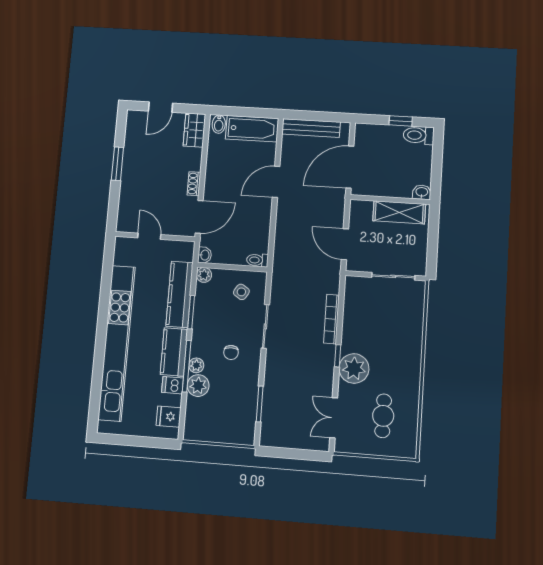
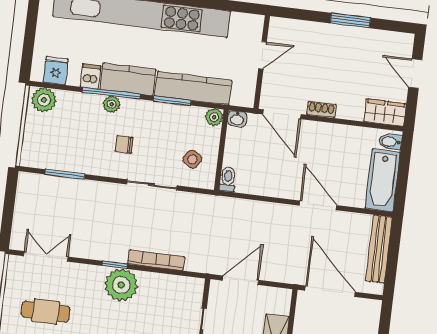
plant: (354, 368) -> (121, 285), moved
plant: (198, 386) -> (44, 100), moved

